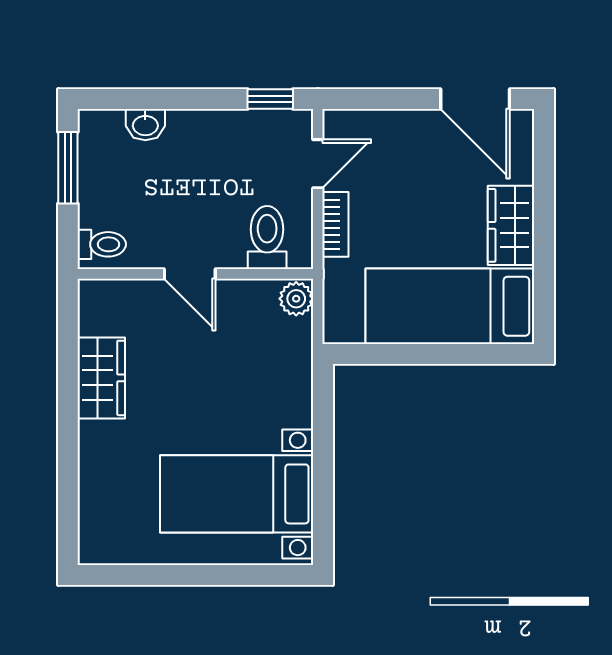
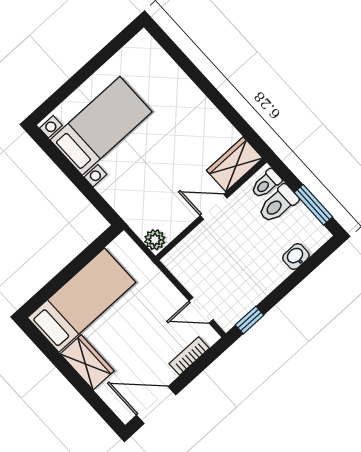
door: (318, 164) -> (201, 310), hinge flipped
bookcase: (335, 224) -> (189, 356), moved, turned 90
toilet: (267, 237) -> (278, 204), moved, turned 90
wardrobe: (101, 378) -> (235, 164), moved, turned 90

